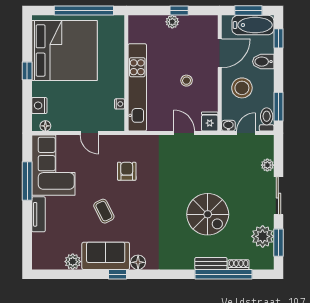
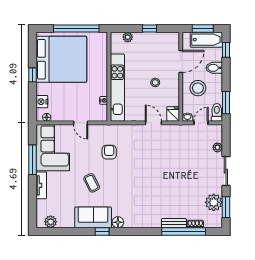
plant: (172, 22) -> (128, 37), moved
spiral stairs: (208, 214) -> (171, 185), removed
plant: (73, 262) -> (51, 222), moved

